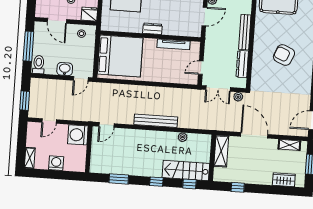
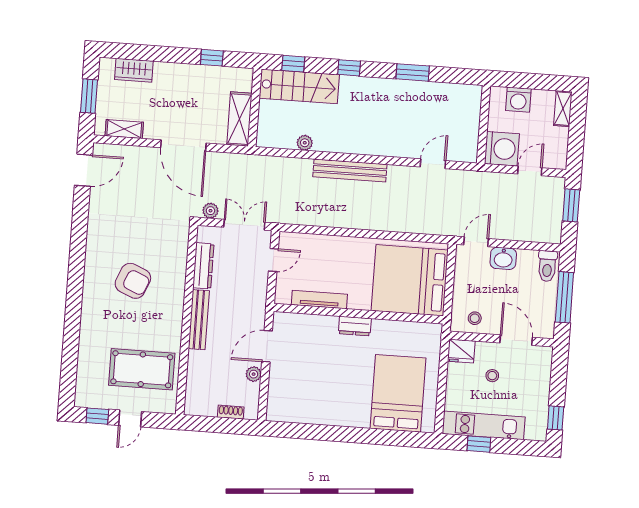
washing machine: (78, 135) -> (502, 149), moved
wall: (89, 149) -> (484, 124), moved

